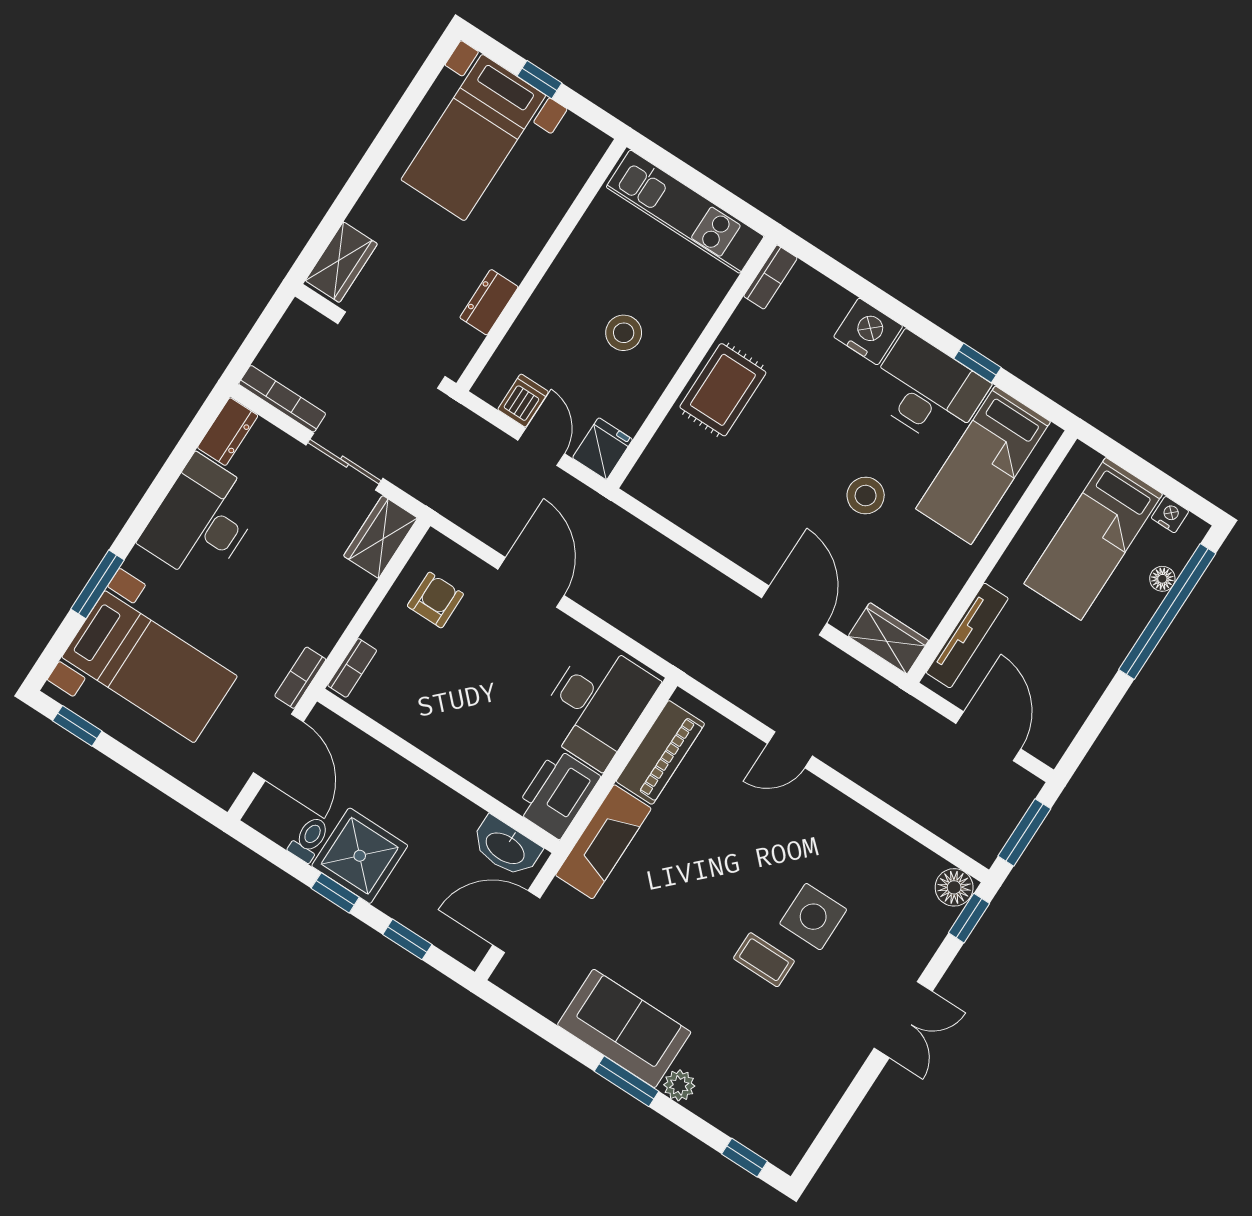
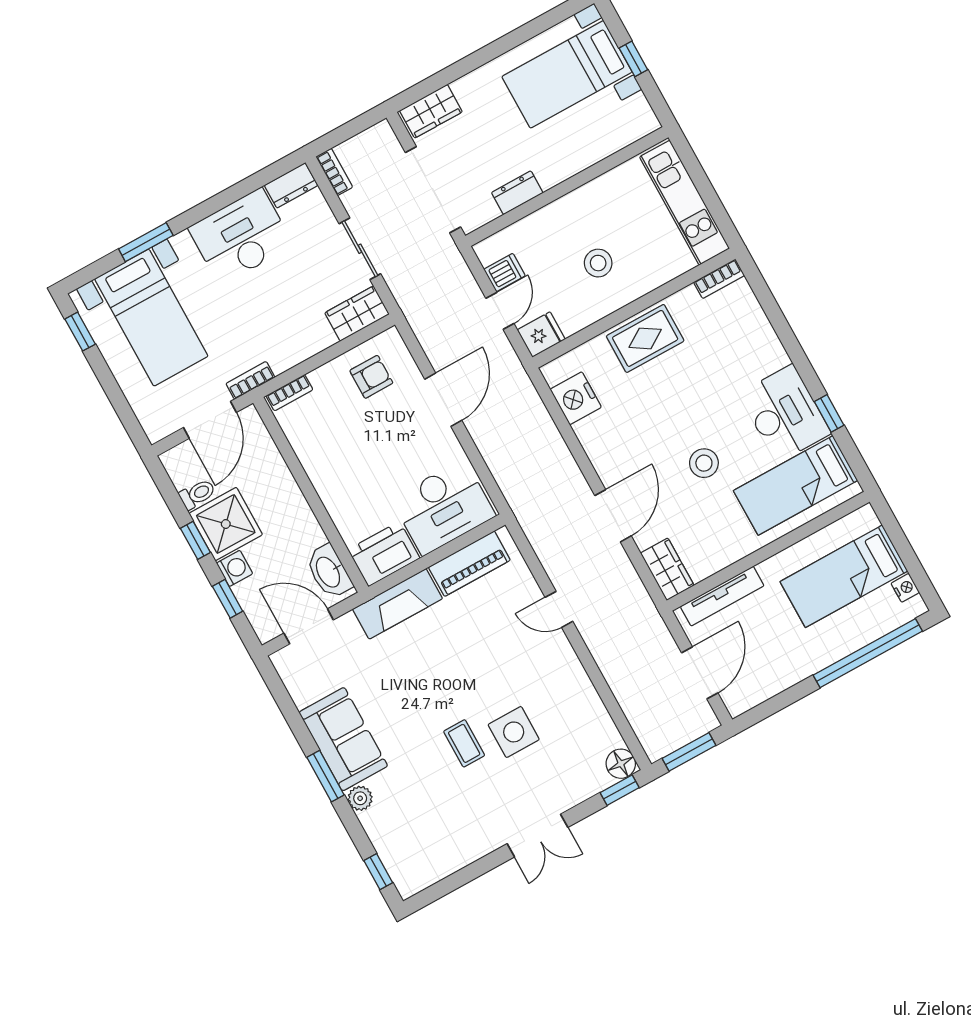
nightstand: (868, 331) -> (576, 398), moved, turned 180
bookcase: (282, 399) -> (334, 172), width x0.64
floor lamp: (1162, 579) -> (876, 629), removed
washing machine: (397, 901) -> (235, 568), added

